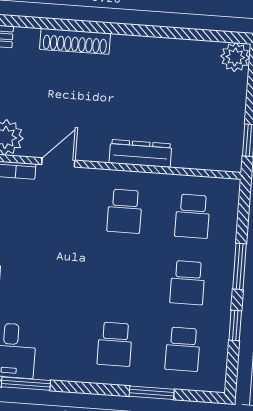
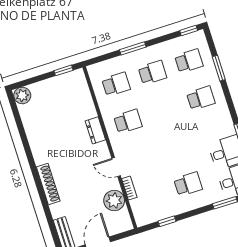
dresser: (140, 153) -> (95, 130), width x0.70
window: (235, 326) -> (189, 31), moved

